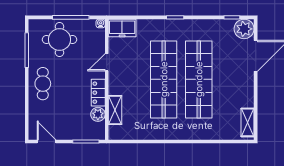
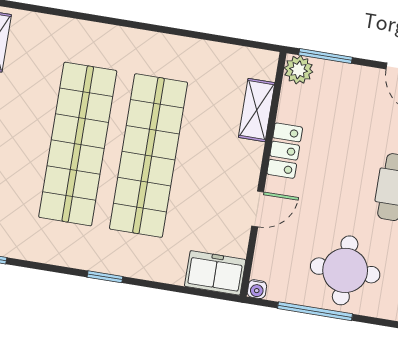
plant: (98, 114) -> (299, 70), moved

